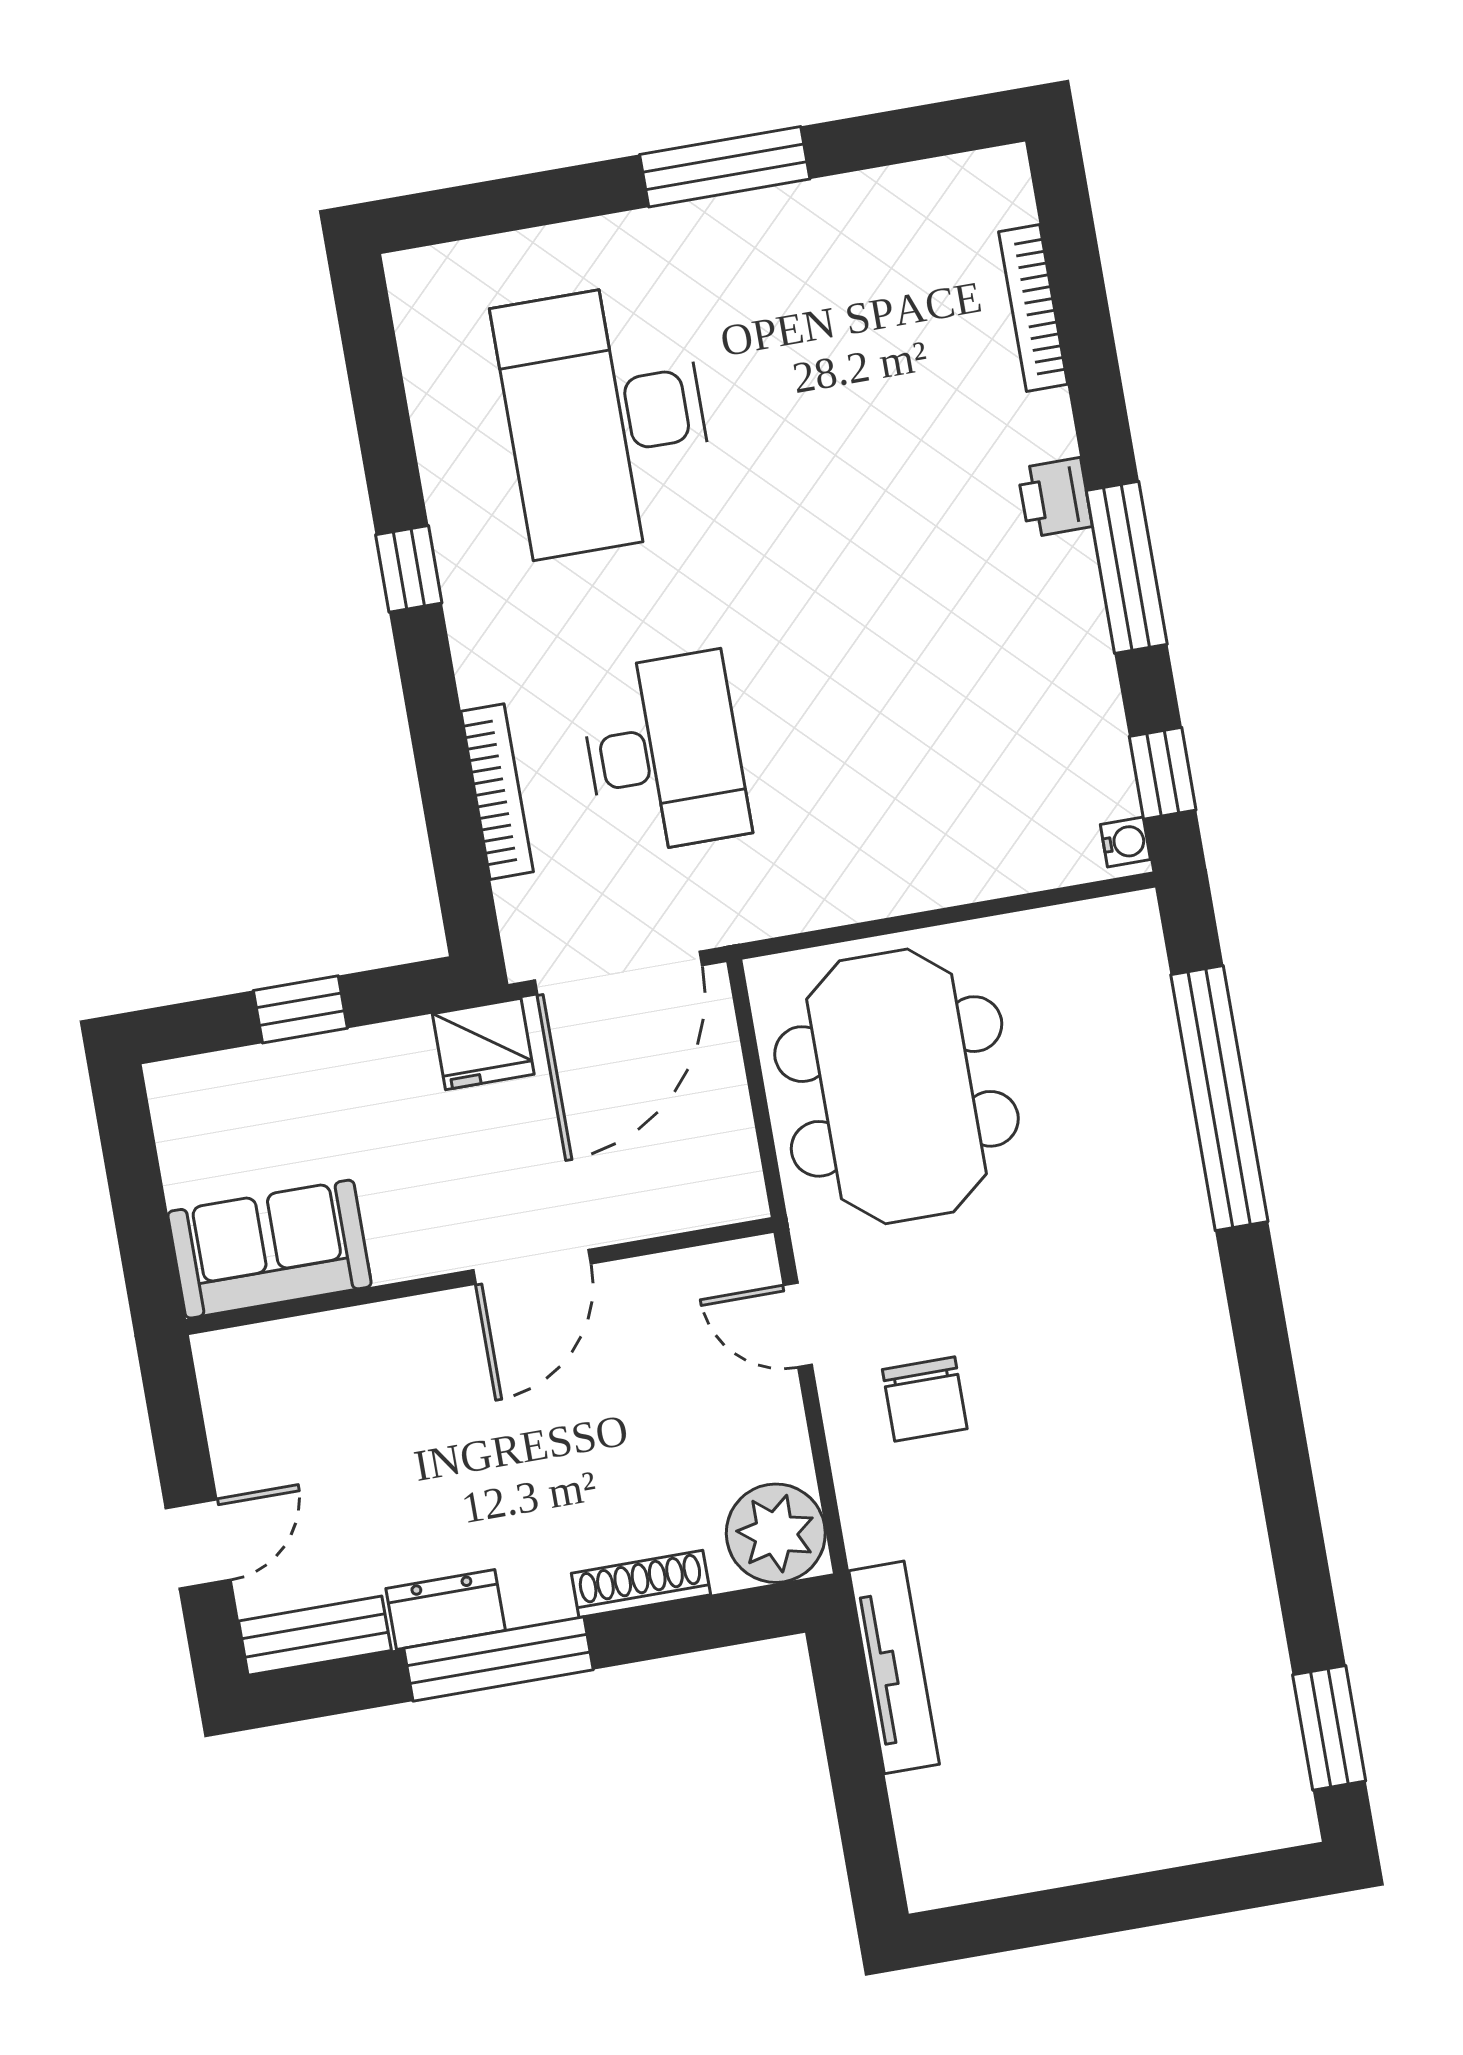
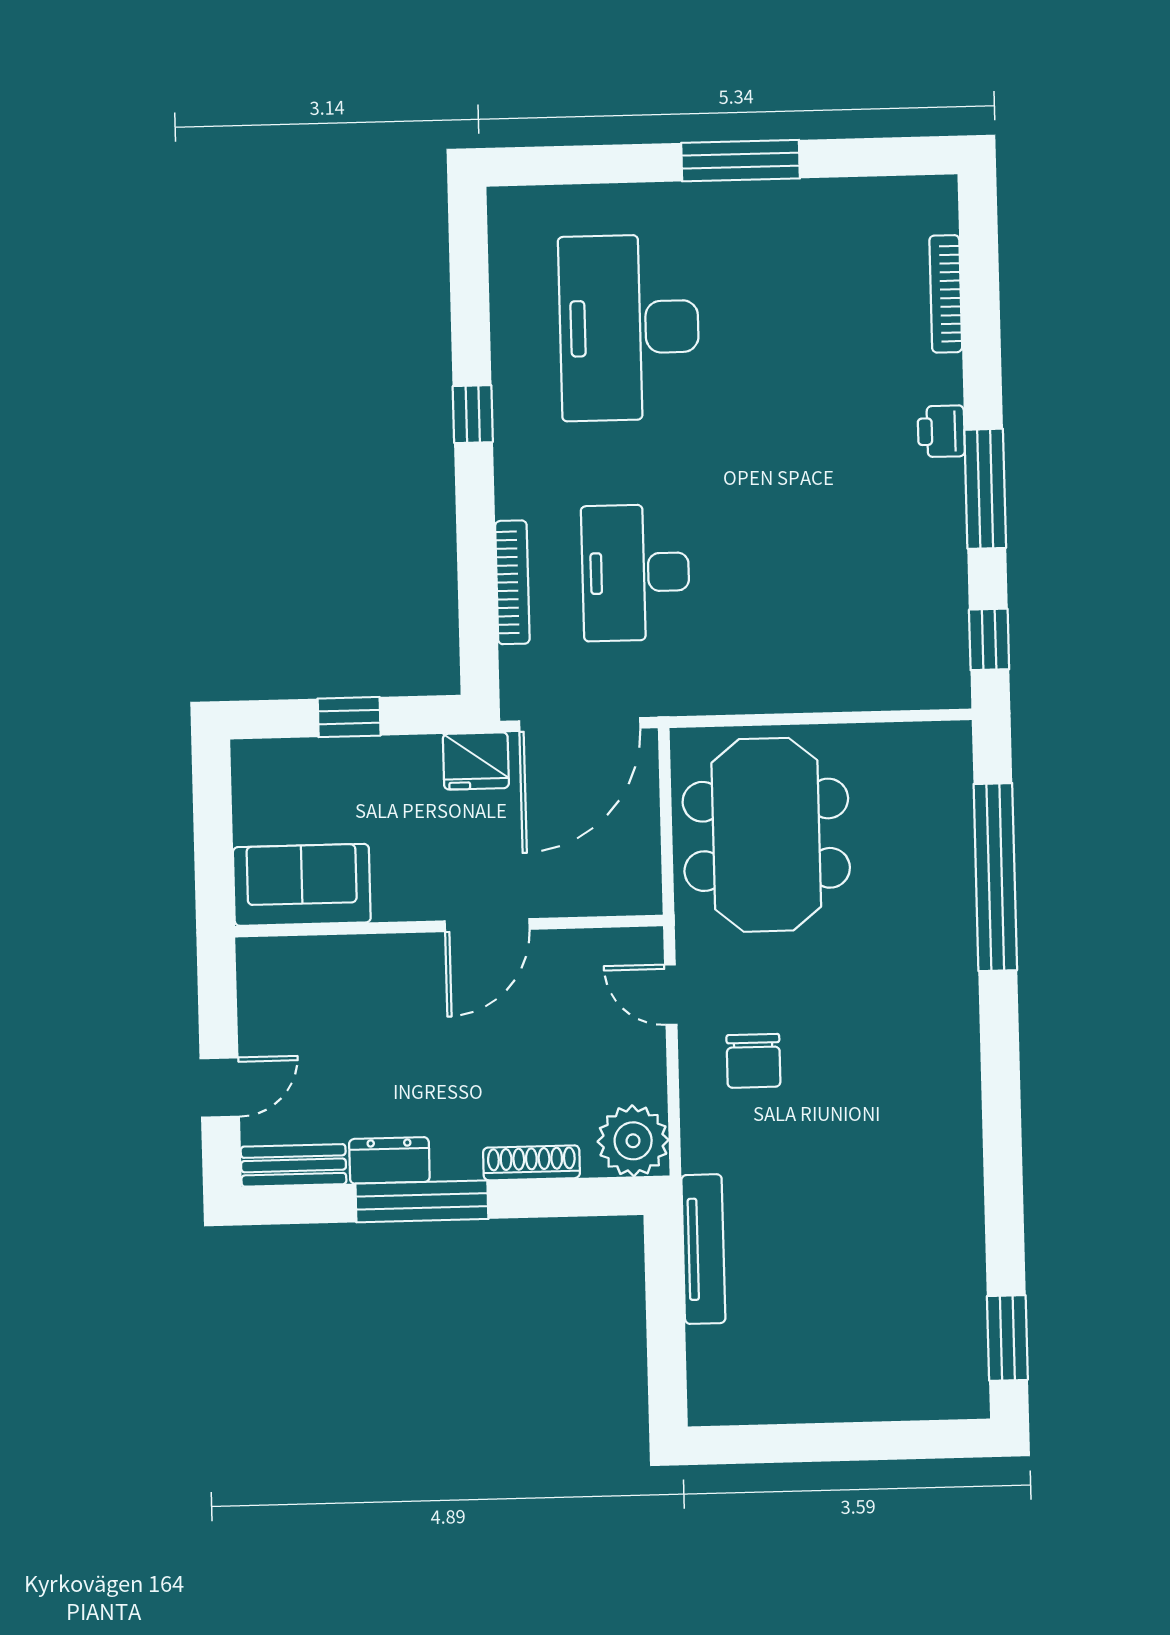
desk: (664, 753) -> (636, 573), turned 180
water cooler: (1125, 842) -> (955, 684), removed

